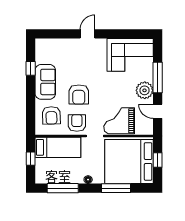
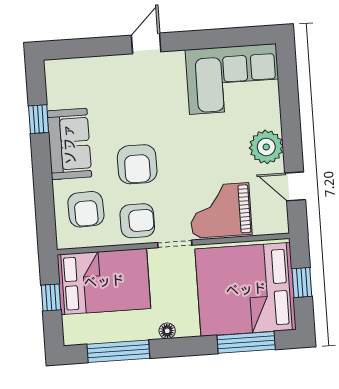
window: (158, 78) -> (290, 120), removed
armchair: (77, 123) -> (137, 221), turned 90
bed: (58, 147) -> (104, 281), width x1.50
window: (116, 188) -> (246, 342), moved

